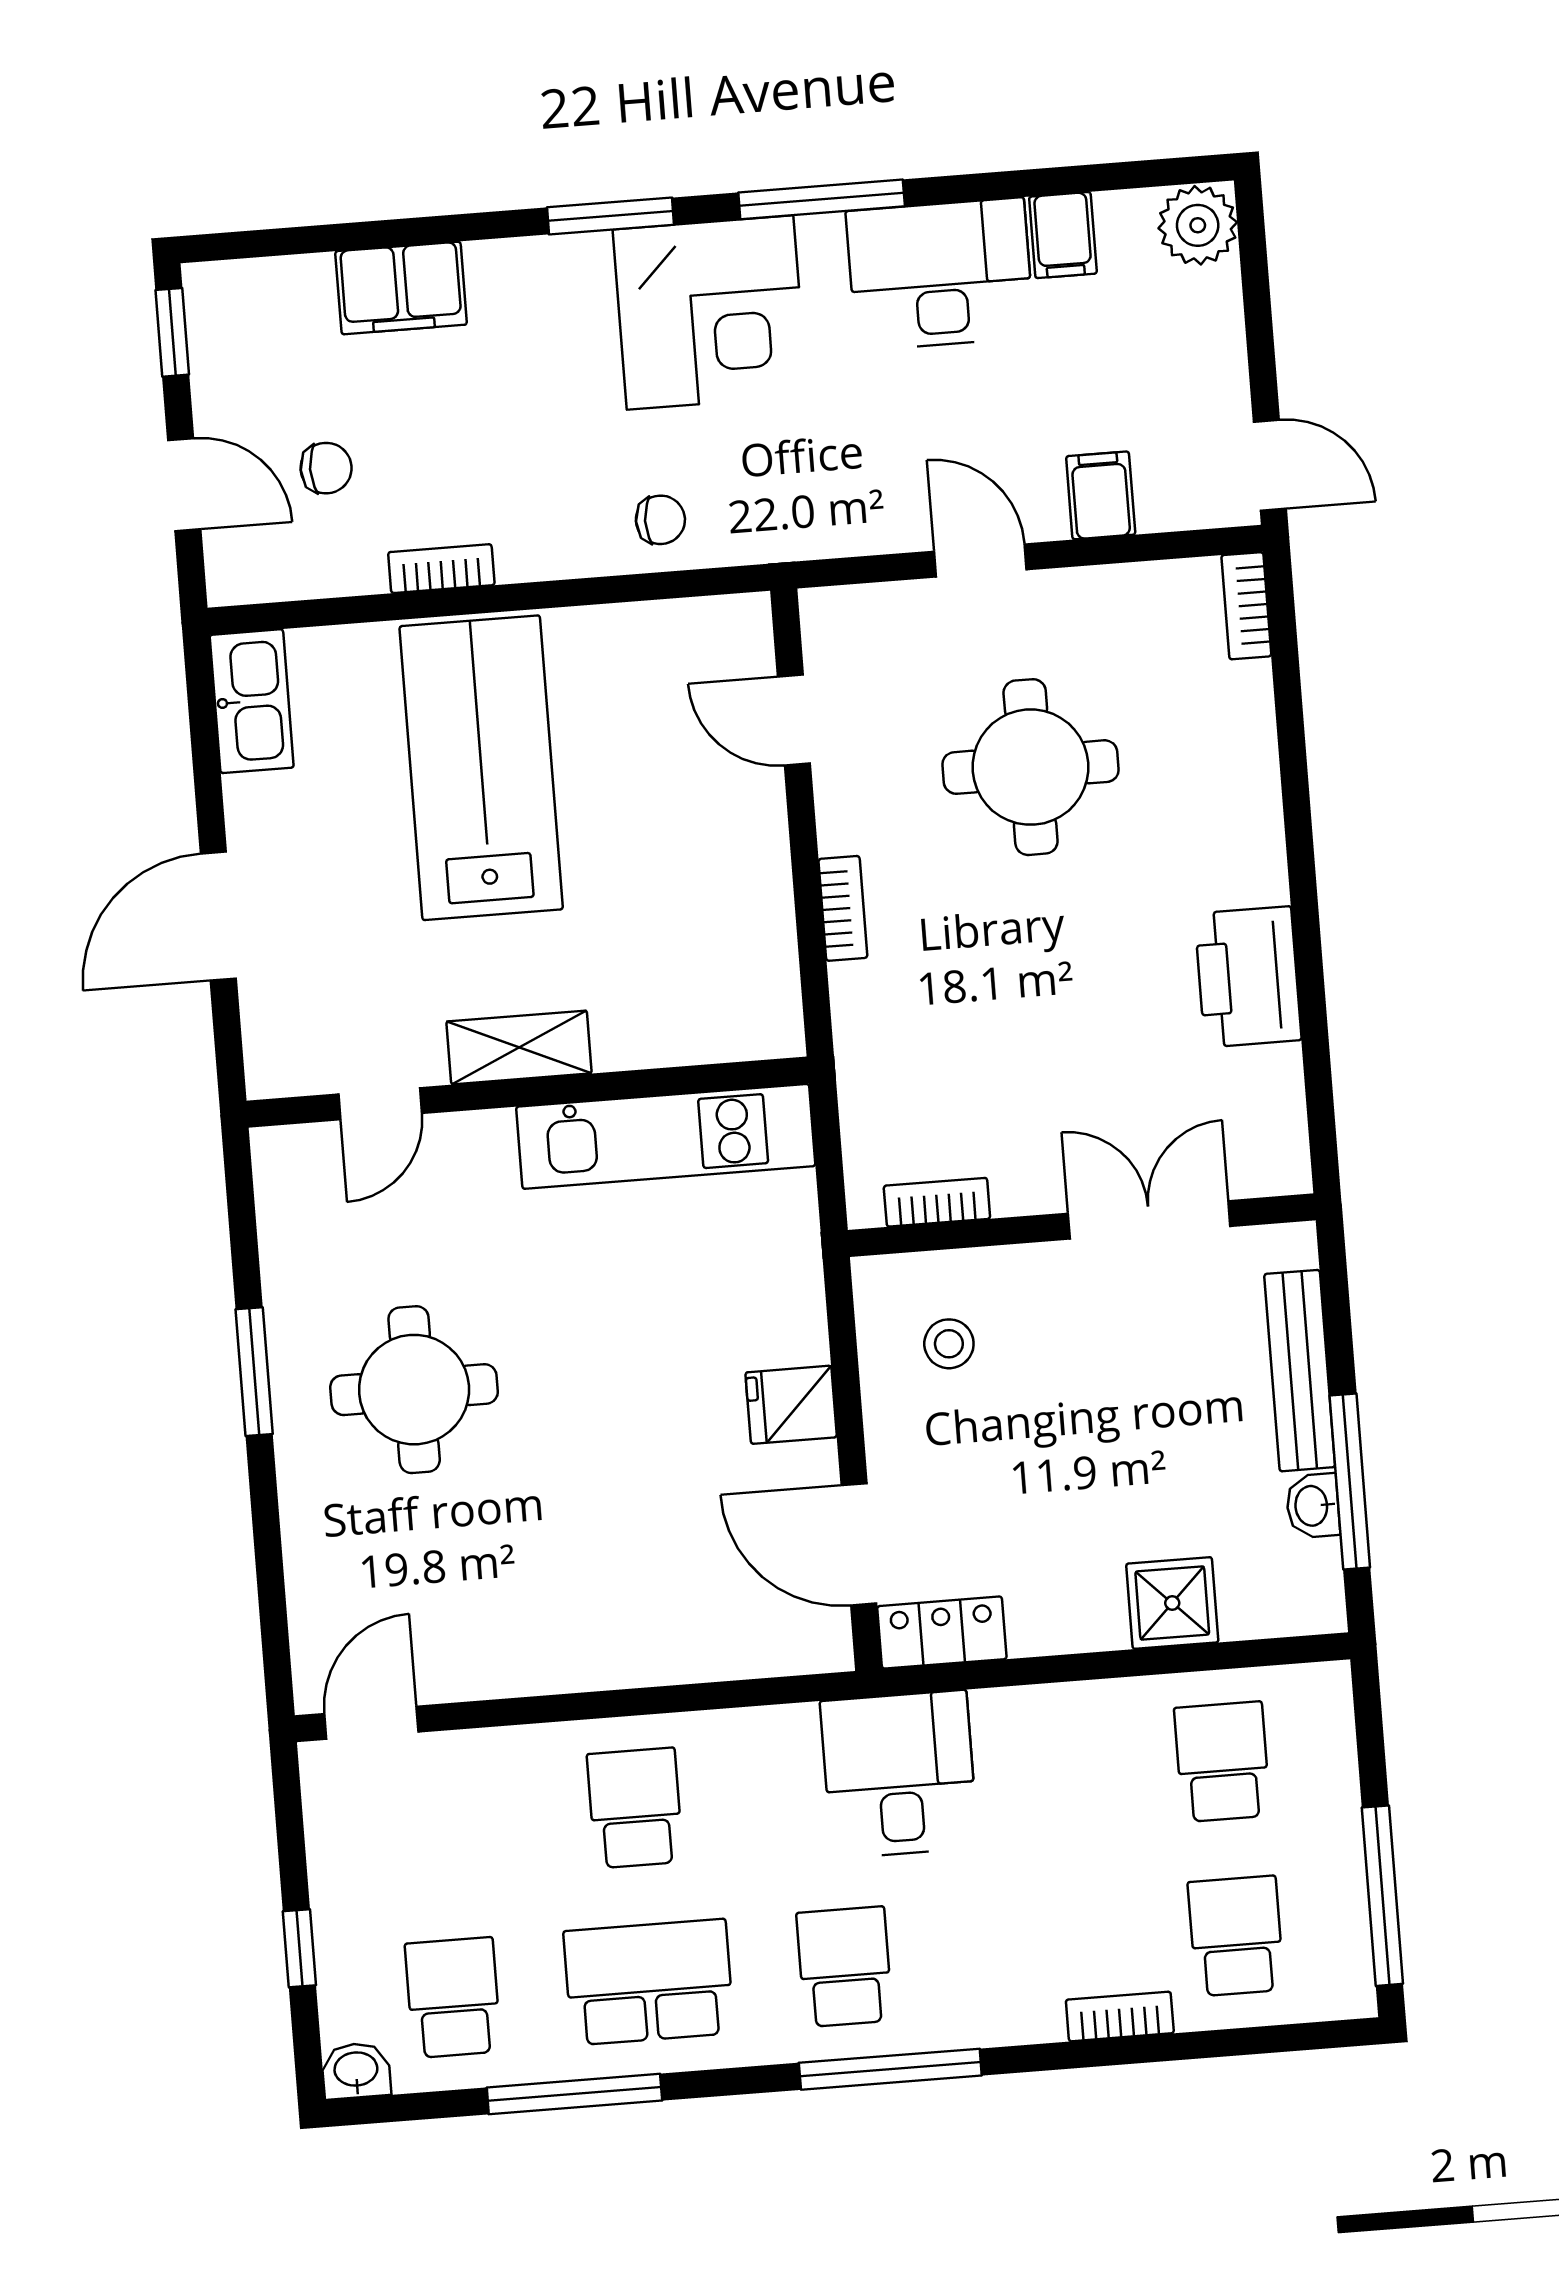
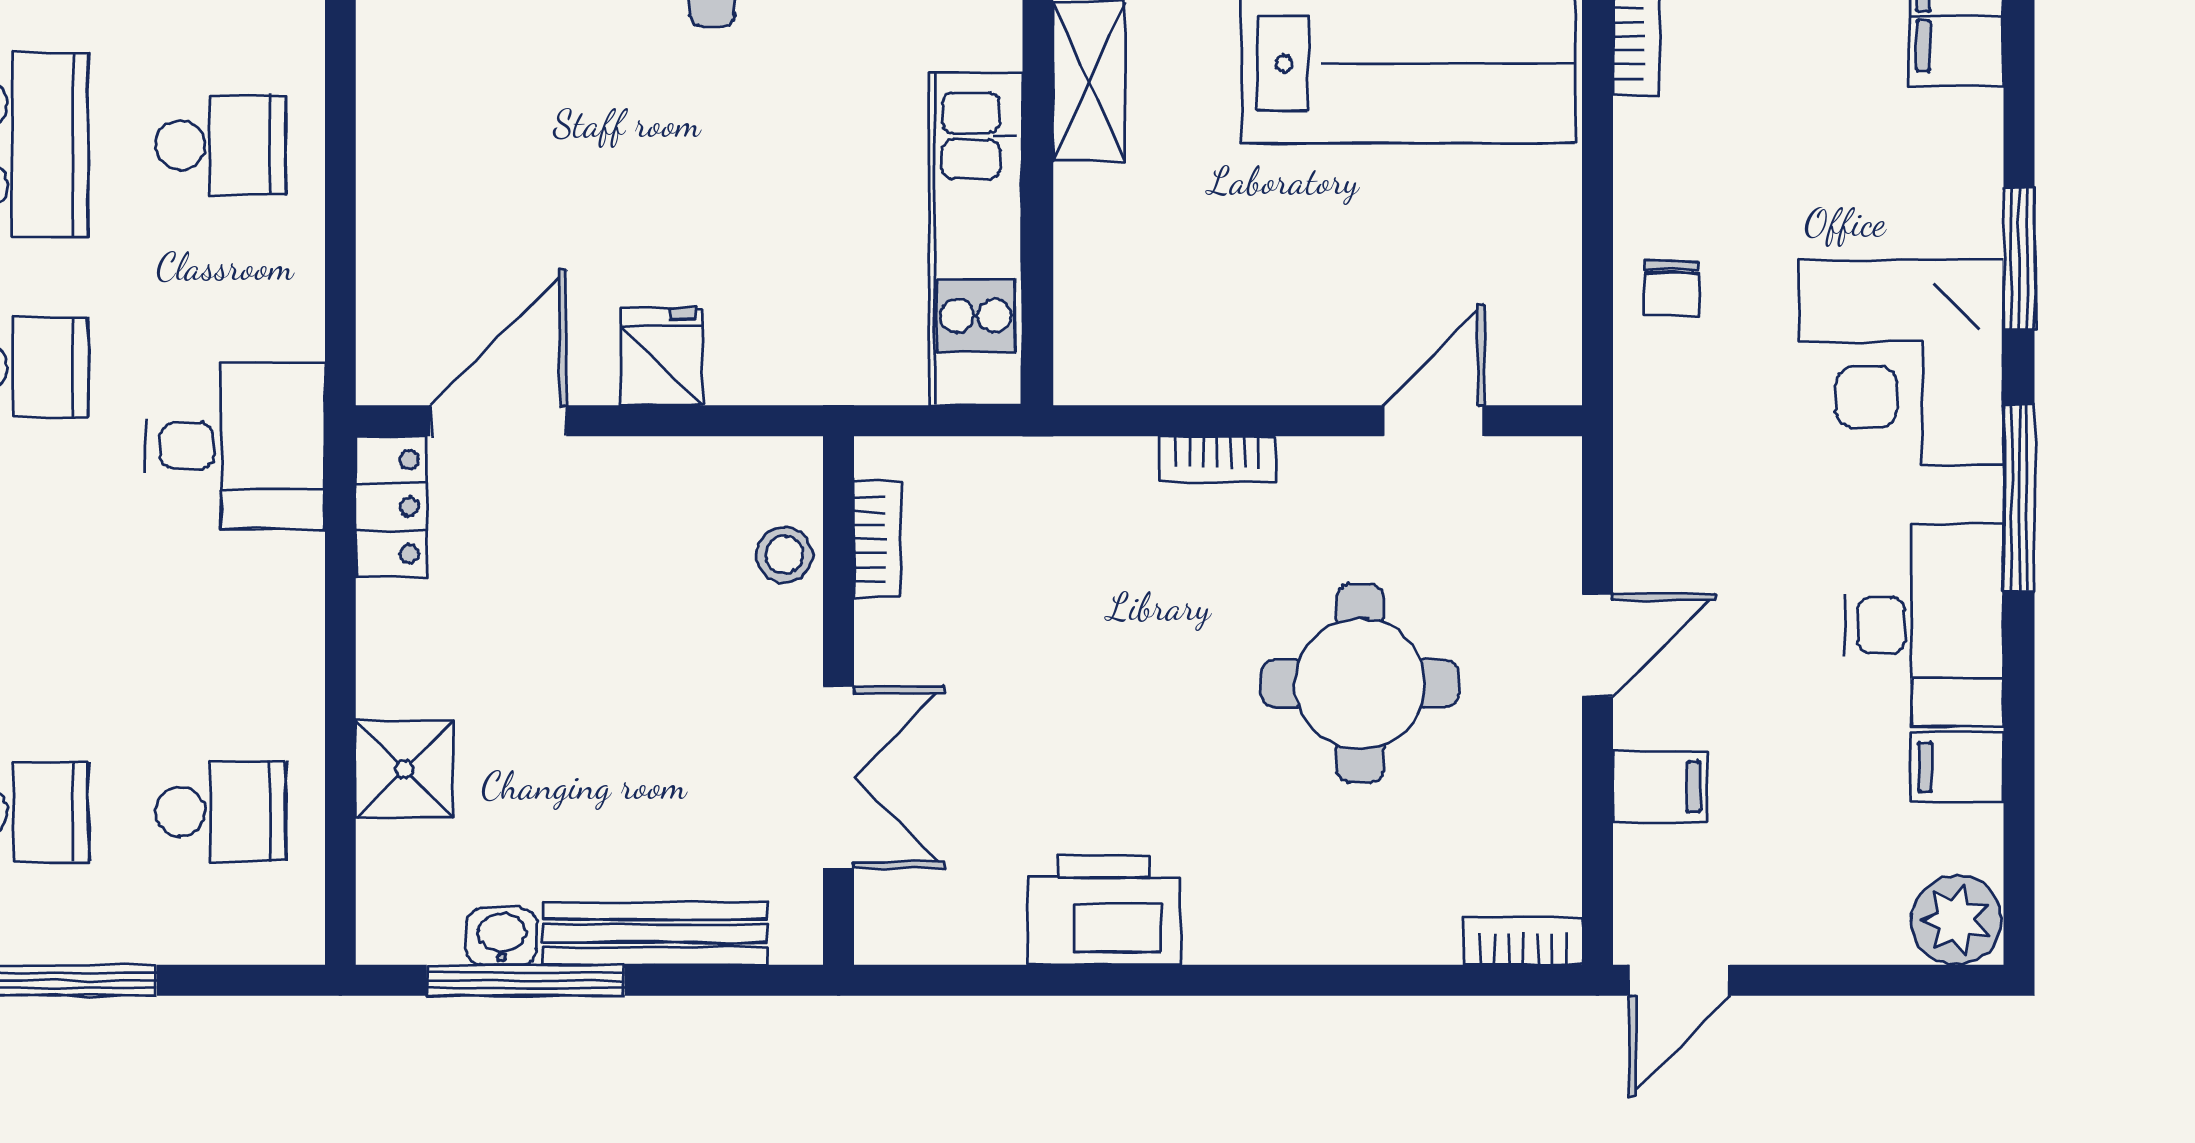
stool: (949, 1344) -> (784, 555), moved

